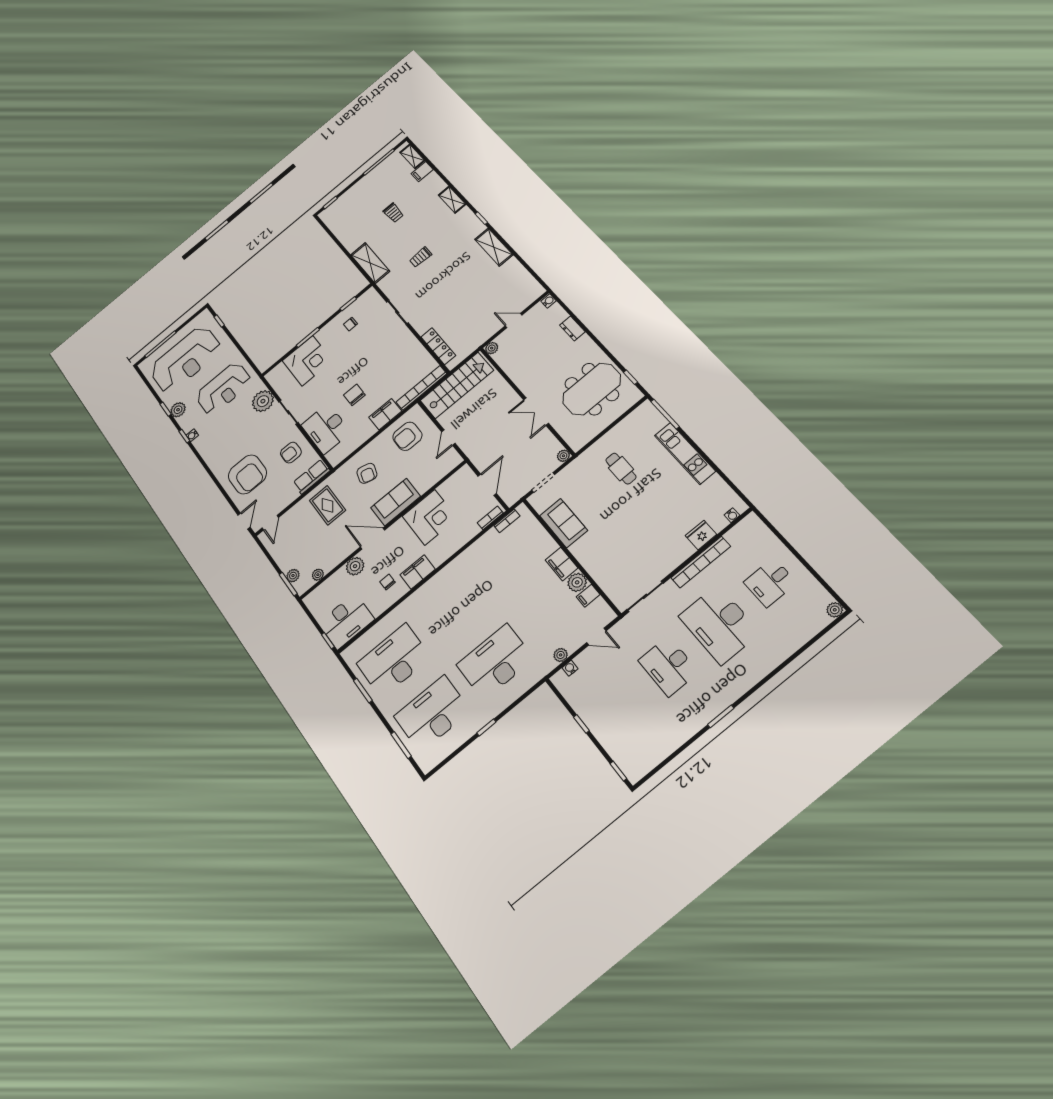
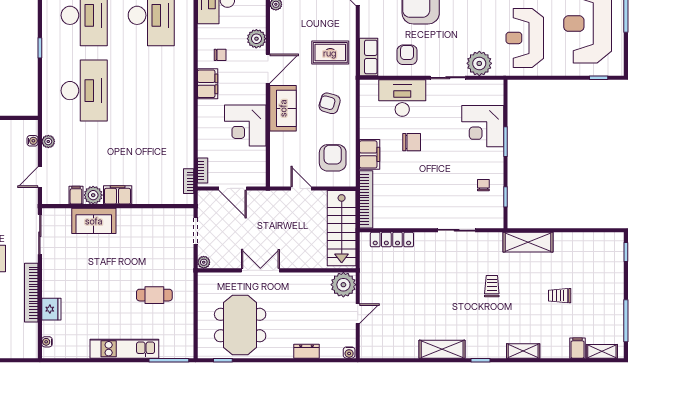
plant: (492, 348) -> (343, 285), width x1.88, depth x1.88
sofa: (563, 523) -> (94, 221), moved

